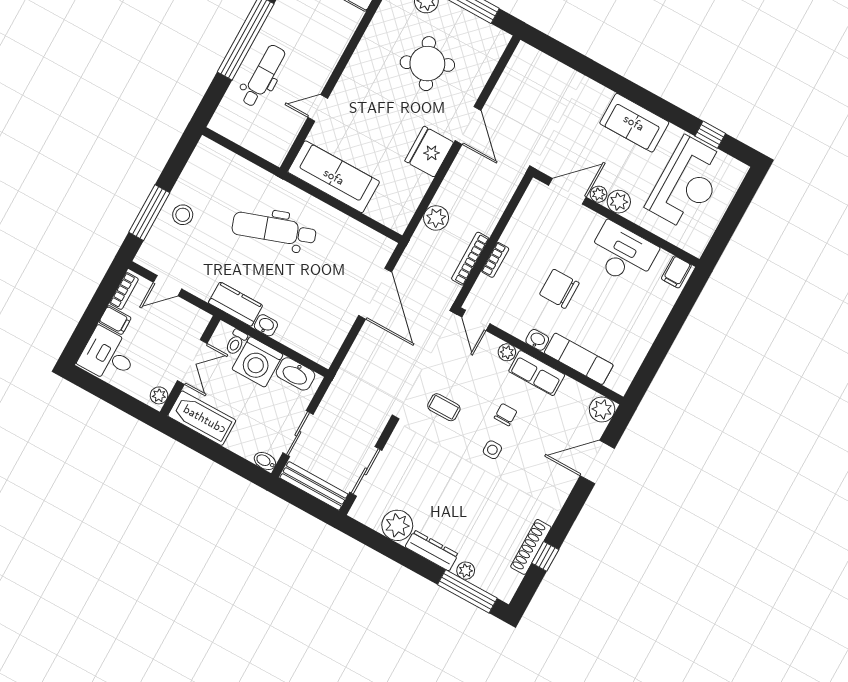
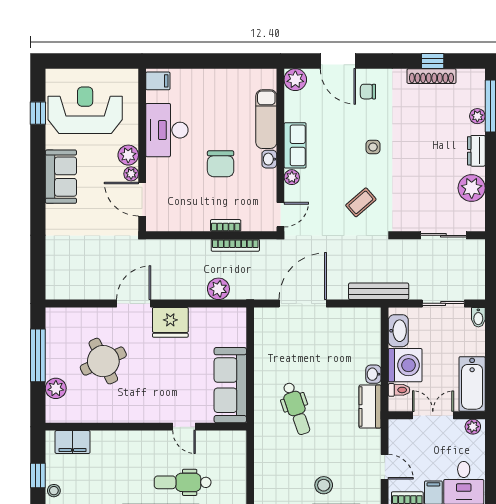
dental chair: (274, 230) -> (296, 409), width x0.73, depth x0.72
coffee table: (444, 407) -> (361, 202), turned 49
chair: (506, 415) -> (368, 92), moved
bench: (314, 486) -> (379, 291), moved, turned 90
dresser: (432, 551) -> (476, 151), width x0.70

